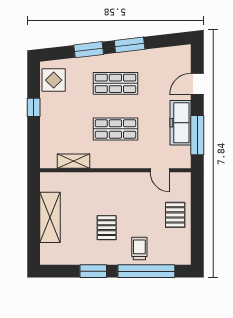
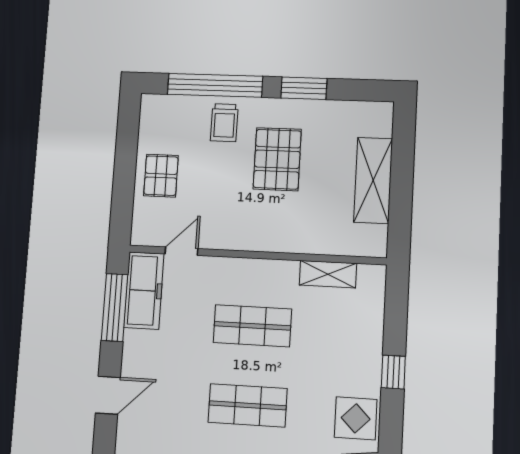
freezer: (180, 123) -> (144, 290), moved
door: (160, 170) -> (181, 251), hinge flipped
pallet: (107, 228) -> (277, 159), width x1.50, depth x1.42

